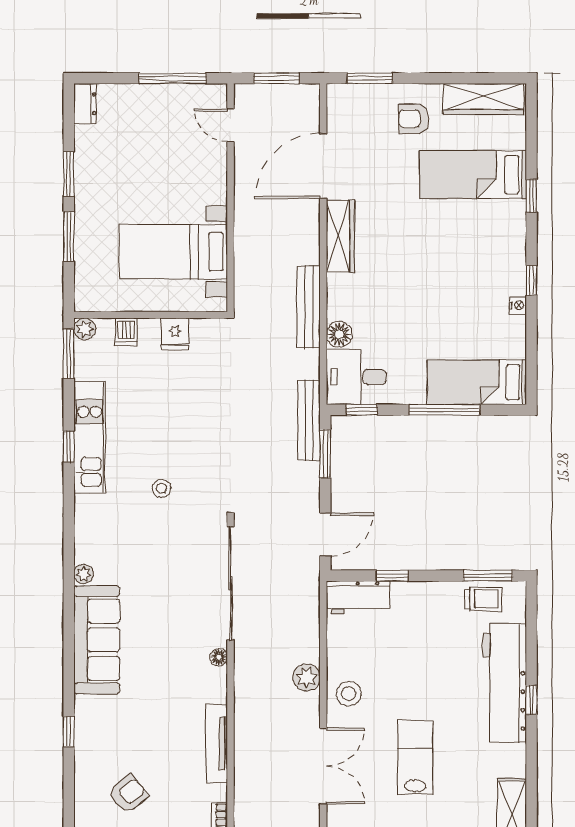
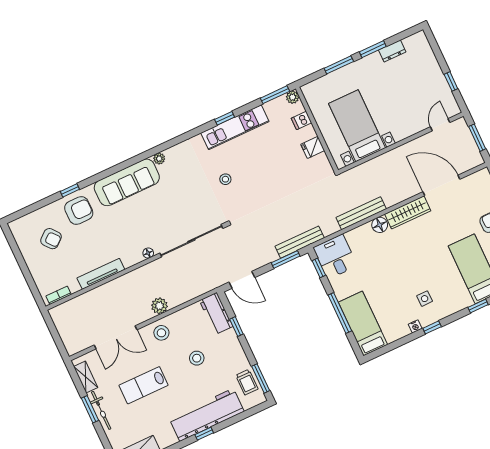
window: (173, 78) -> (451, 81), width x0.46
dresser: (85, 104) -> (392, 51), moved
side table: (482, 271) -> (425, 299), added
floor lamp: (339, 334) -> (380, 225), moved
stool: (412, 658) -> (197, 358), added
armchair: (105, 732) -> (79, 210), added
lab bench: (415, 757) -> (144, 385), turned 180

